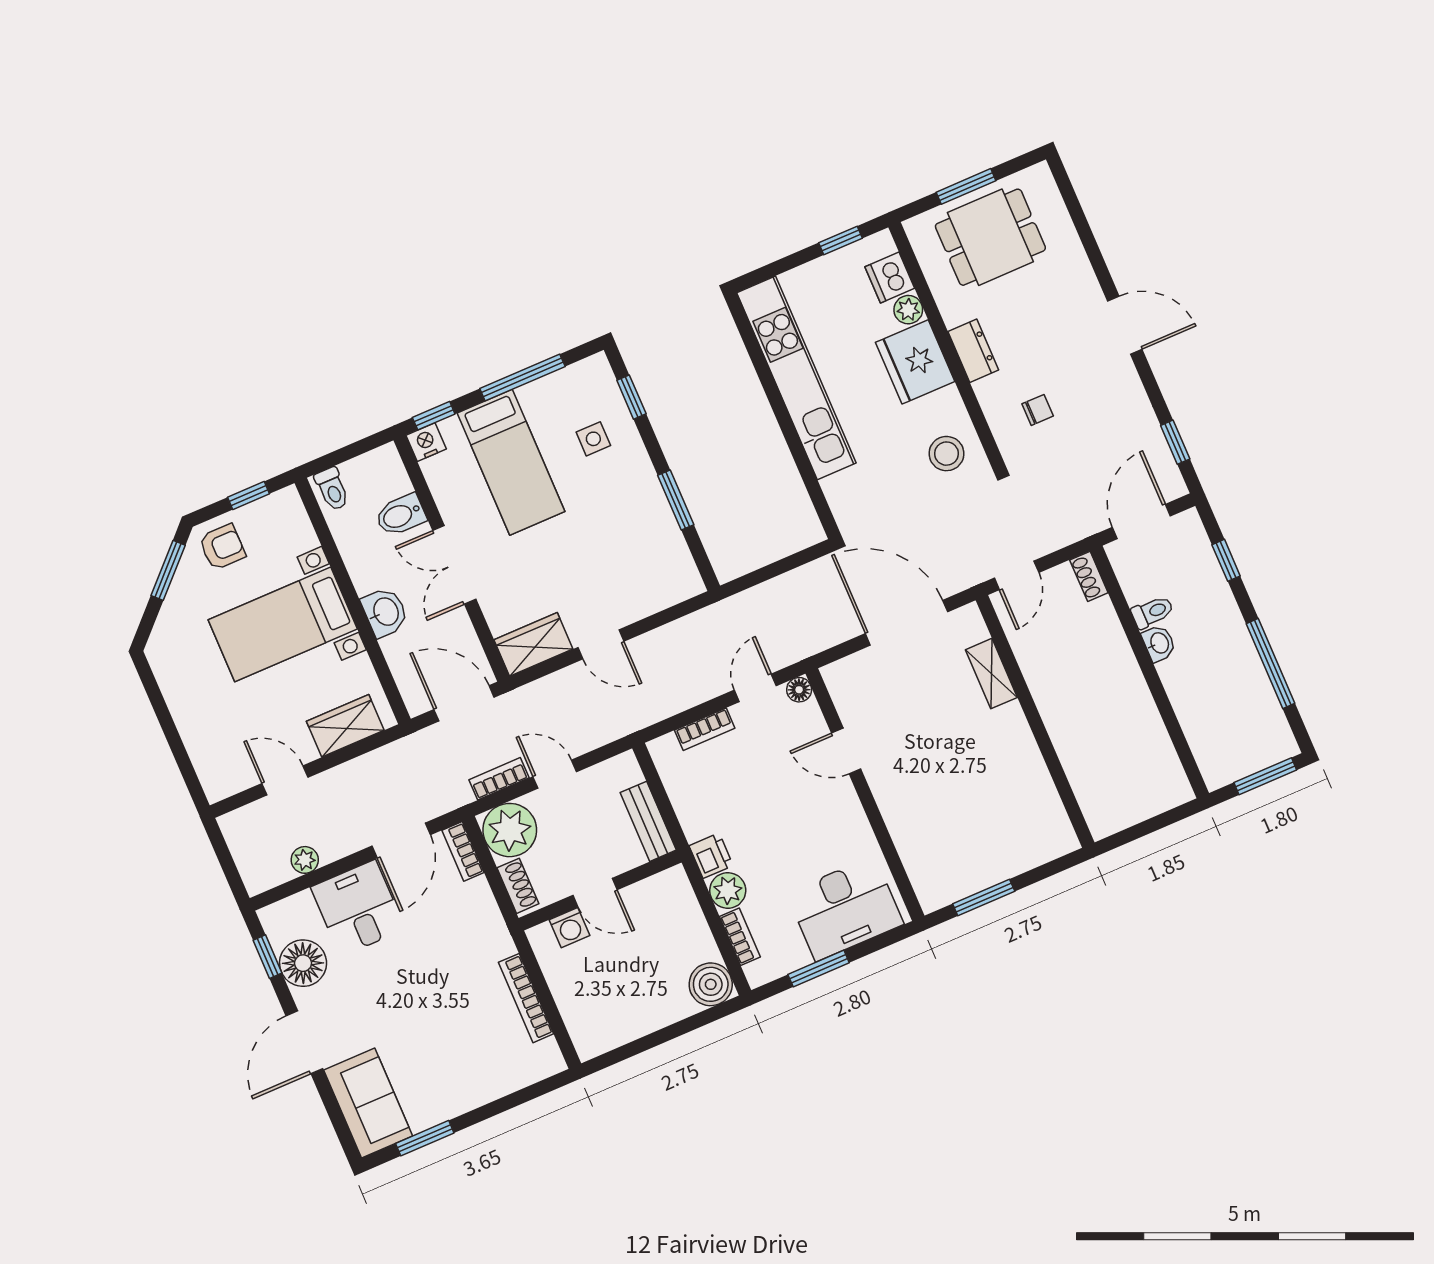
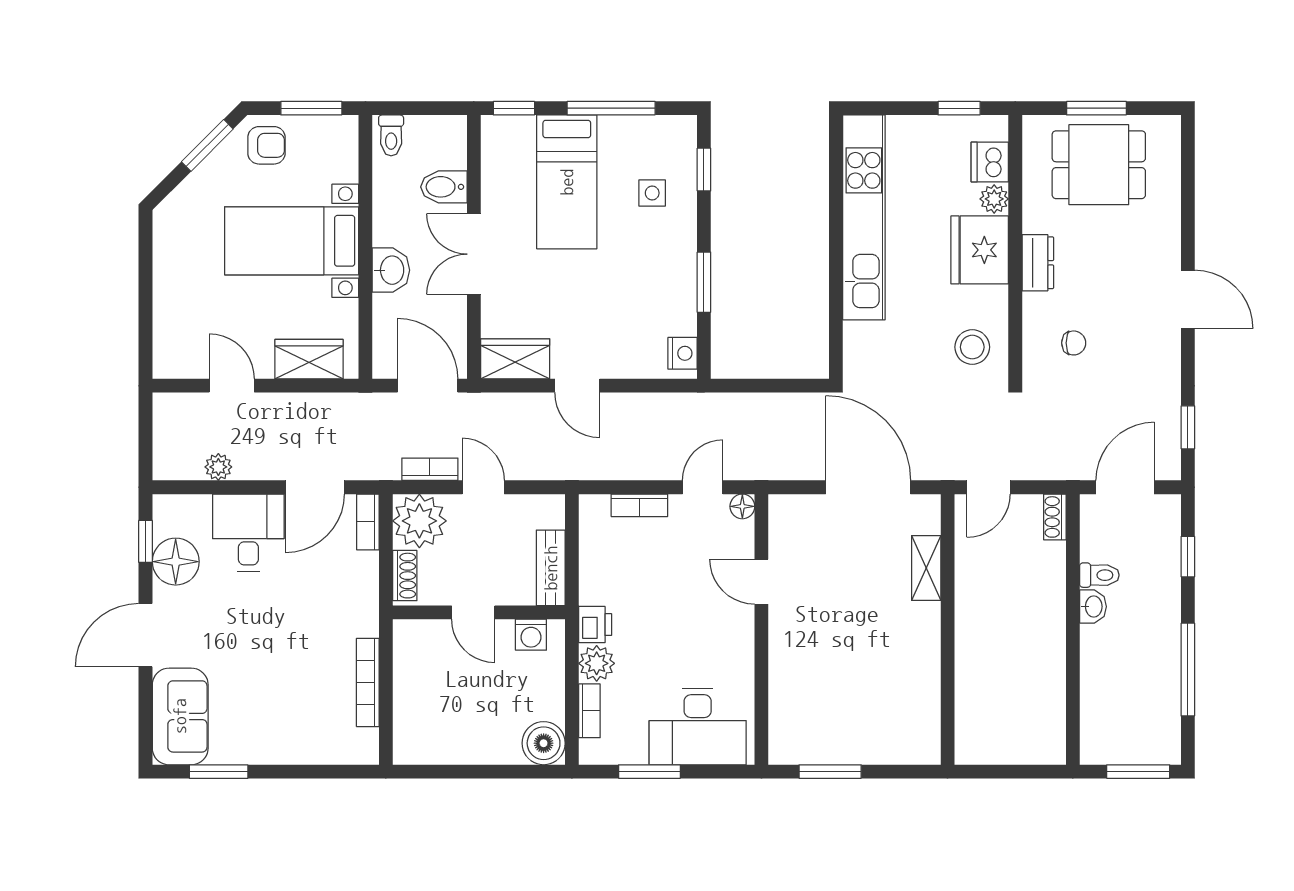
nightstand: (426, 442) -> (683, 353), moved, turned 90
window: (248, 495) -> (311, 108), width x1.50
washing machine: (570, 928) -> (531, 635), moved

